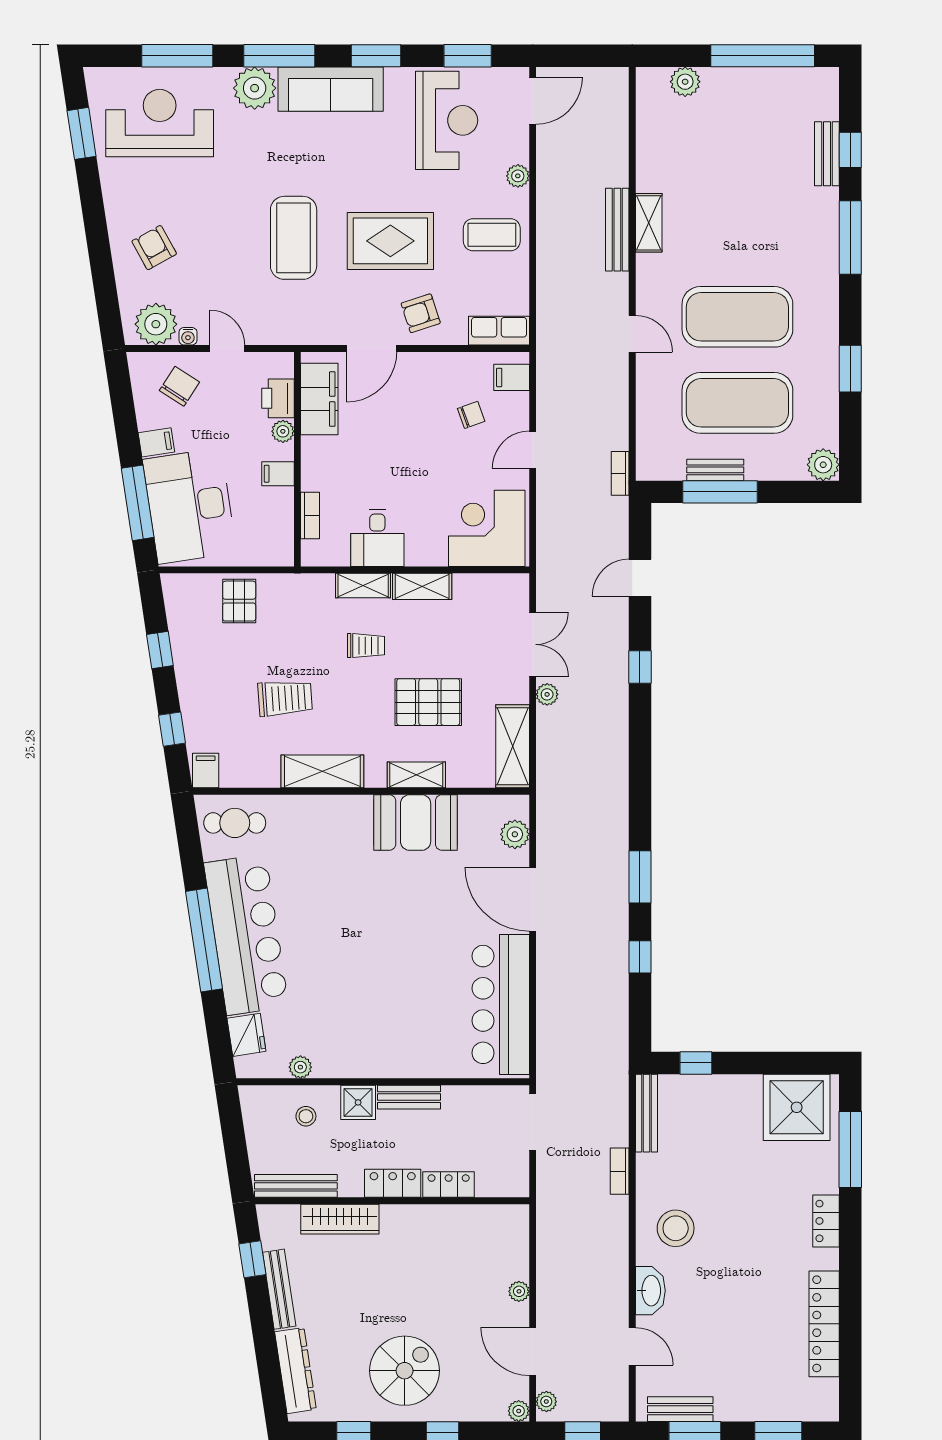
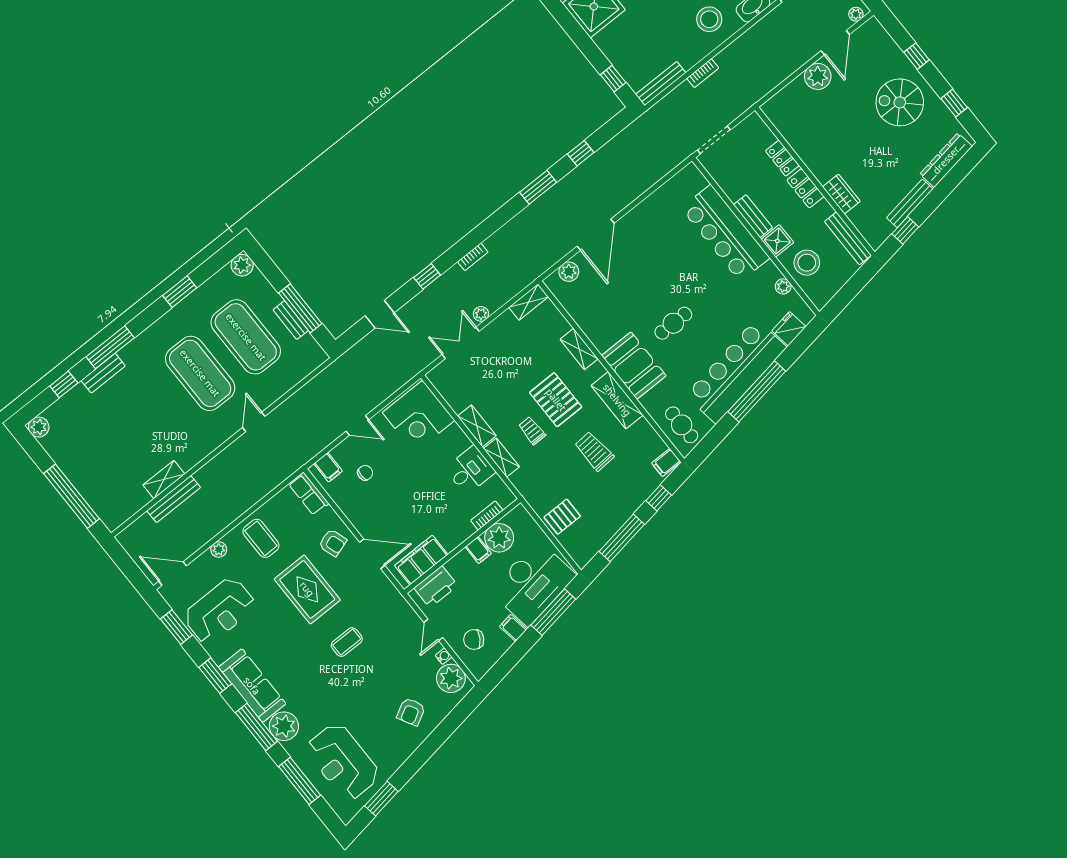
window: (763, 56) -> (71, 496), moved
plant: (685, 82) -> (39, 427), moved
reception desk: (447, 120) -> (220, 611), turned 180
bench: (827, 154) -> (103, 373), moved
shelving: (649, 223) -> (164, 480), moved
bench: (617, 230) -> (174, 499), moved
coffee table: (294, 238) -> (347, 642), width x0.54, depth x0.58
printer: (278, 398) -> (436, 587), width x1.37, depth x1.19
chair: (471, 415) -> (365, 473), turned 110
plant: (283, 431) -> (499, 538), moved, width x1.87, depth x1.87
bookcase: (620, 473) -> (473, 257), moved
window: (160, 650) -> (622, 538), width x2.17
pallet: (428, 702) -> (556, 400), moved
shelving: (513, 746) -> (529, 302), width x0.67, depth x0.75
booth: (416, 823) -> (634, 366), moved
cafe table: (359, 907) -> (673, 323), added
bar counter: (501, 1004) -> (725, 233), moved, turned 90
stool: (306, 1116) -> (807, 263), width x1.89, depth x1.89
wardrobe: (340, 1219) -> (841, 194), width x0.67
plant: (519, 1291) -> (818, 76), width x1.88, depth x1.88
plant: (519, 1411) -> (873, 25), removed

